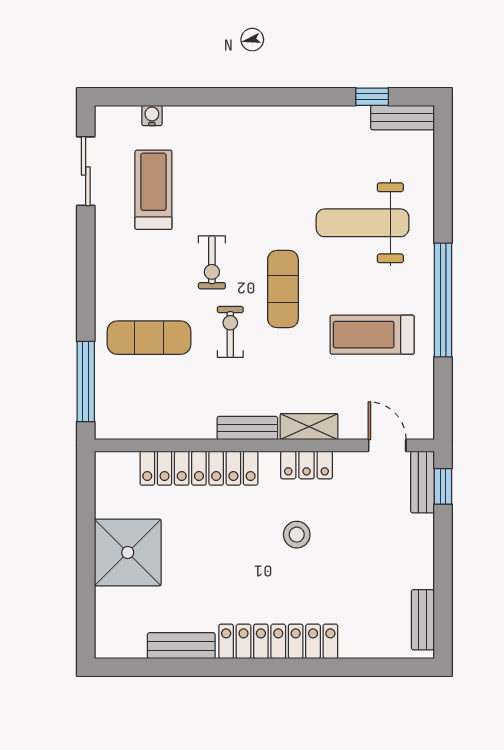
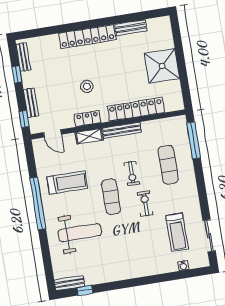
exercise mat: (149, 338) -> (168, 165), turned 90
bench: (247, 428) -> (122, 130), width x1.36
bench: (422, 482) -> (31, 103), moved
window: (443, 585) -> (17, 74), added

